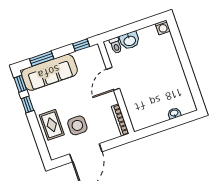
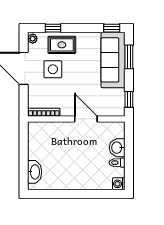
toilet: (116, 45) -> (117, 163), moved
window: (27, 105) -> (53, 28), moved
washbasin: (174, 113) -> (35, 172), width x1.91, depth x1.45
plant: (55, 154) -> (33, 39), added

